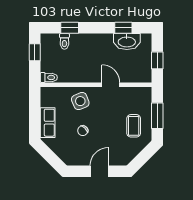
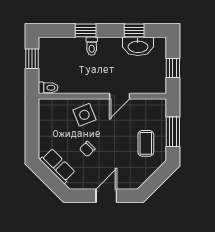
window: (70, 28) -> (86, 30), moved
toilet: (64, 41) -> (92, 46), moved
door: (111, 85) -> (120, 96), swing flipped
row of seats: (48, 123) -> (58, 166), moved, turned -45

